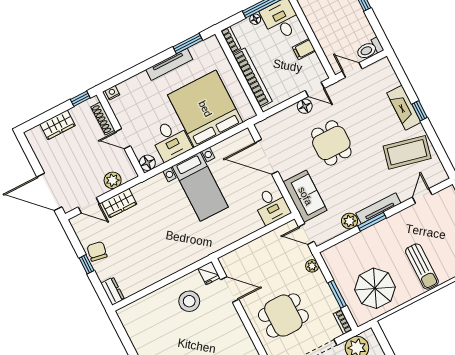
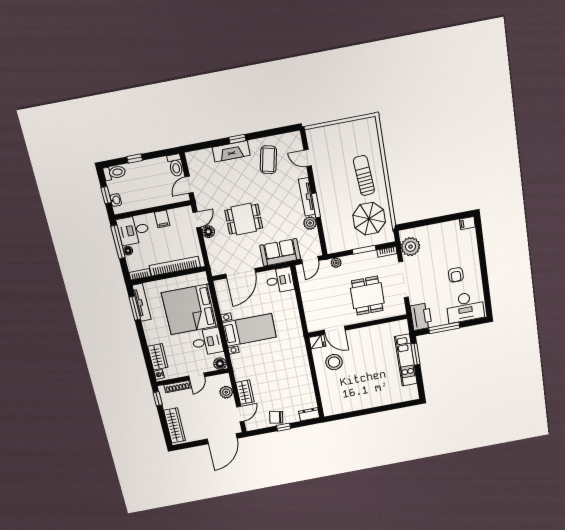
tv unit: (169, 64) -> (142, 302), moved
wardrobe: (135, 86) -> (158, 357), added
wardrobe: (57, 125) -> (175, 425), width x1.50
coffee table: (407, 152) -> (268, 160), width x0.73, depth x0.76
sun lounger: (422, 266) -> (364, 176), turned -94
door: (230, 290) -> (335, 330), swing flipped

